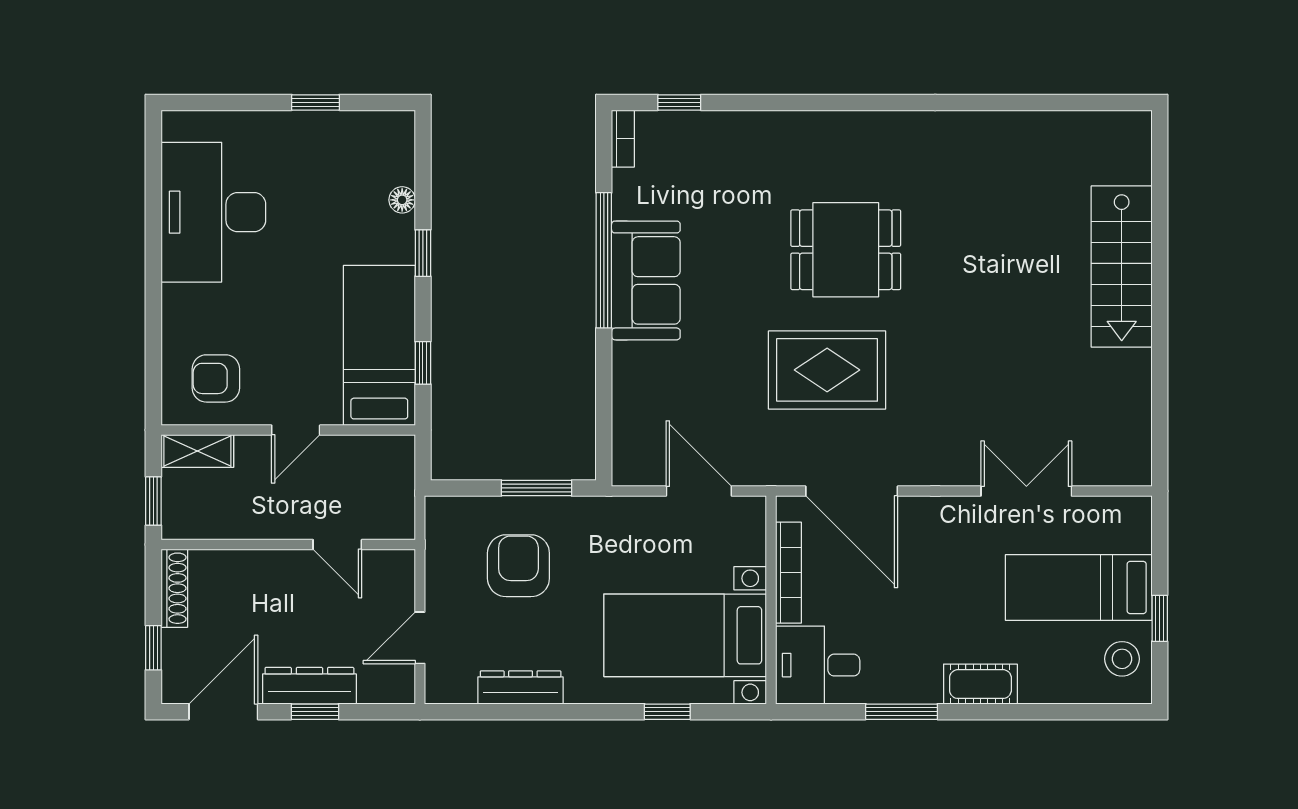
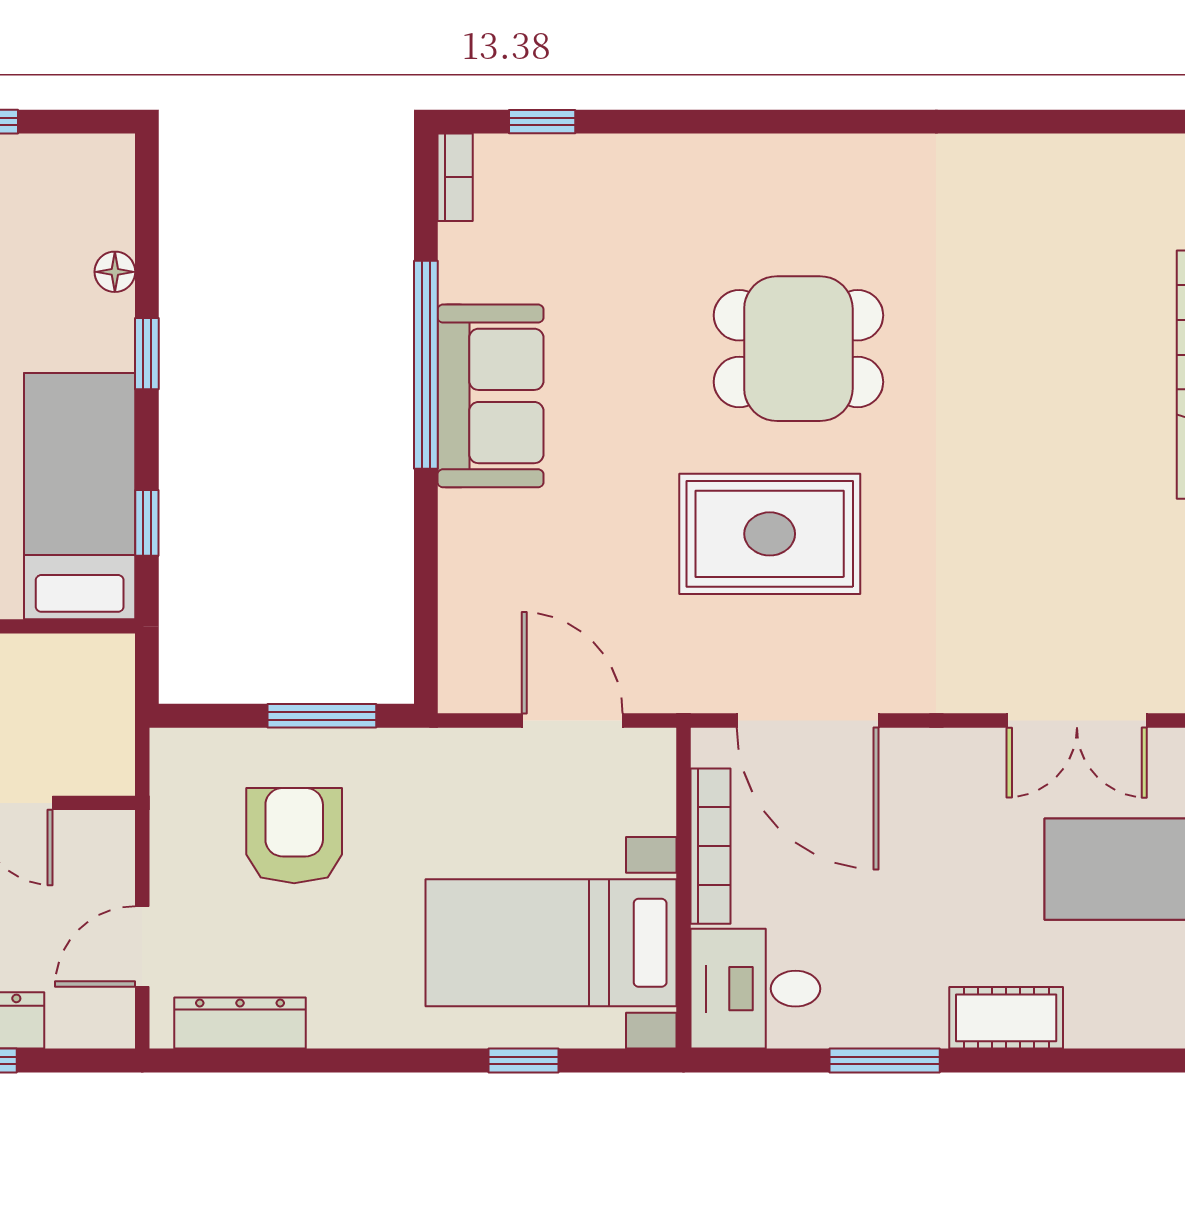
double door: (1026, 491) -> (1077, 720), swing flipped
dresser: (521, 687) -> (240, 1023), moved

